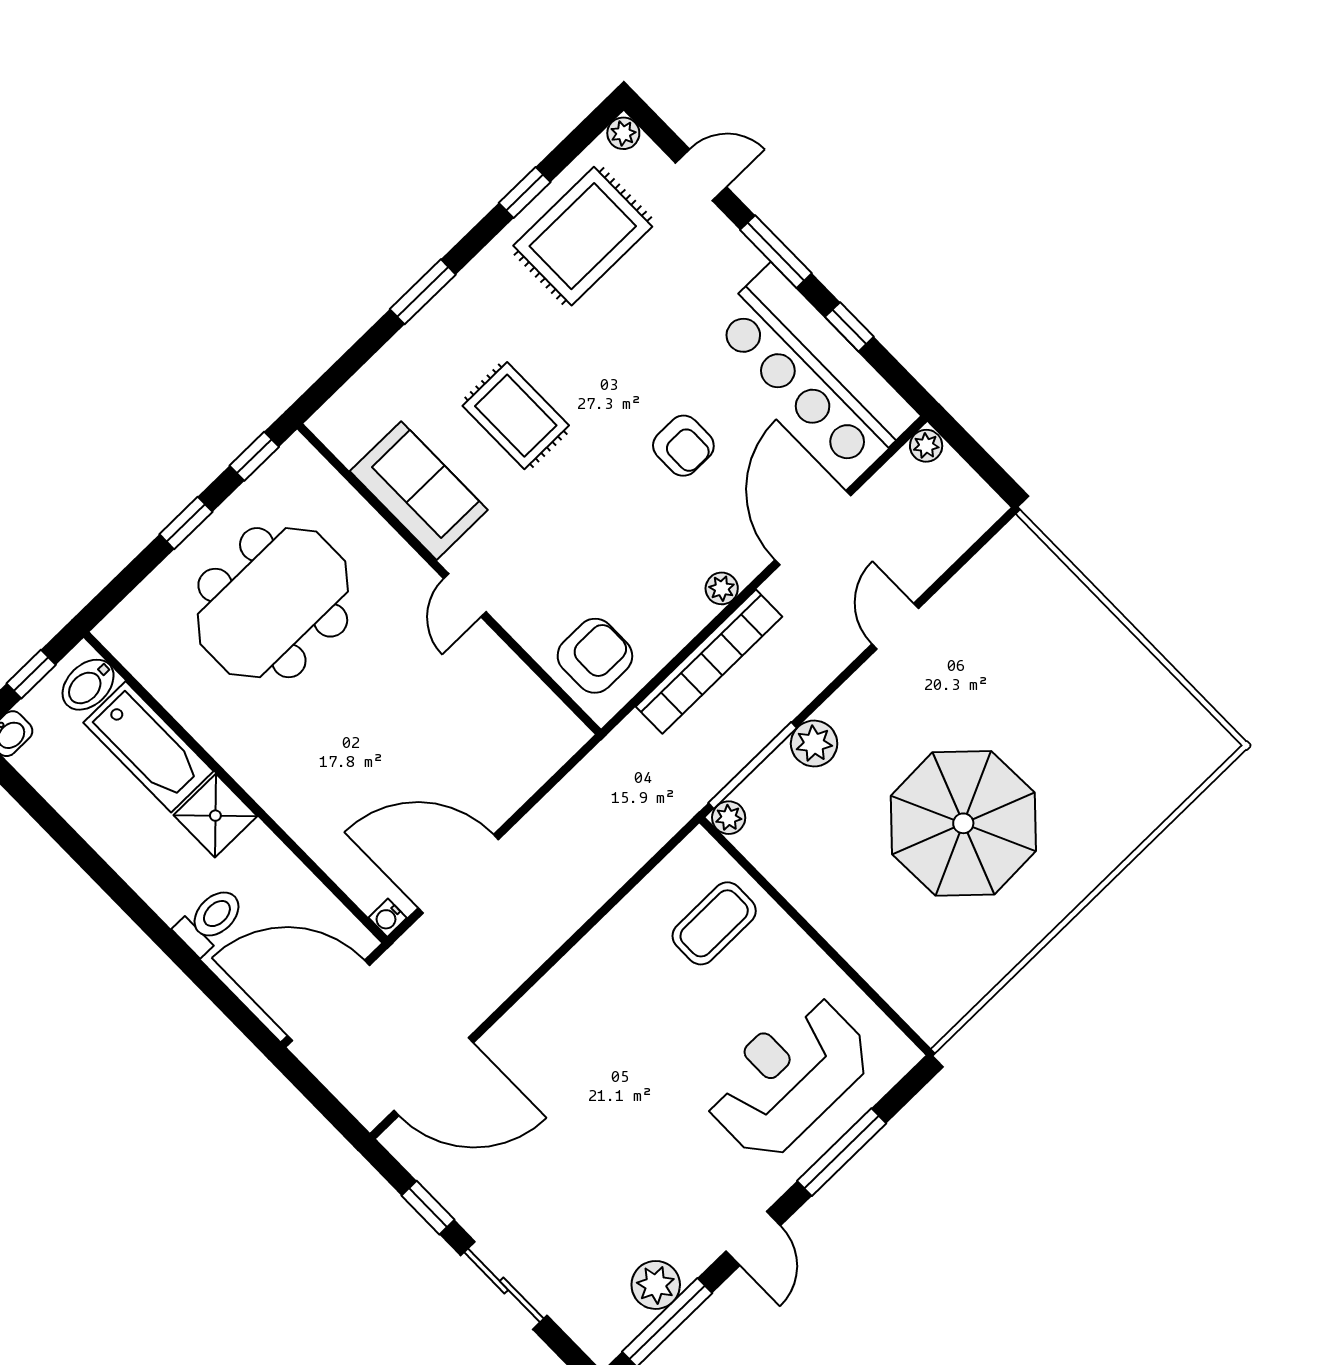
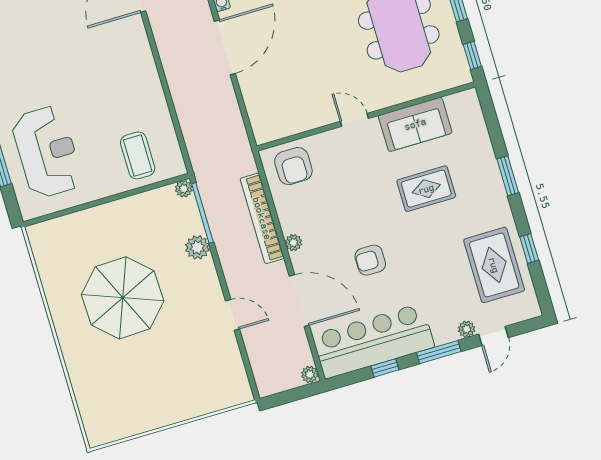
plant: (623, 133) -> (467, 329), moved

